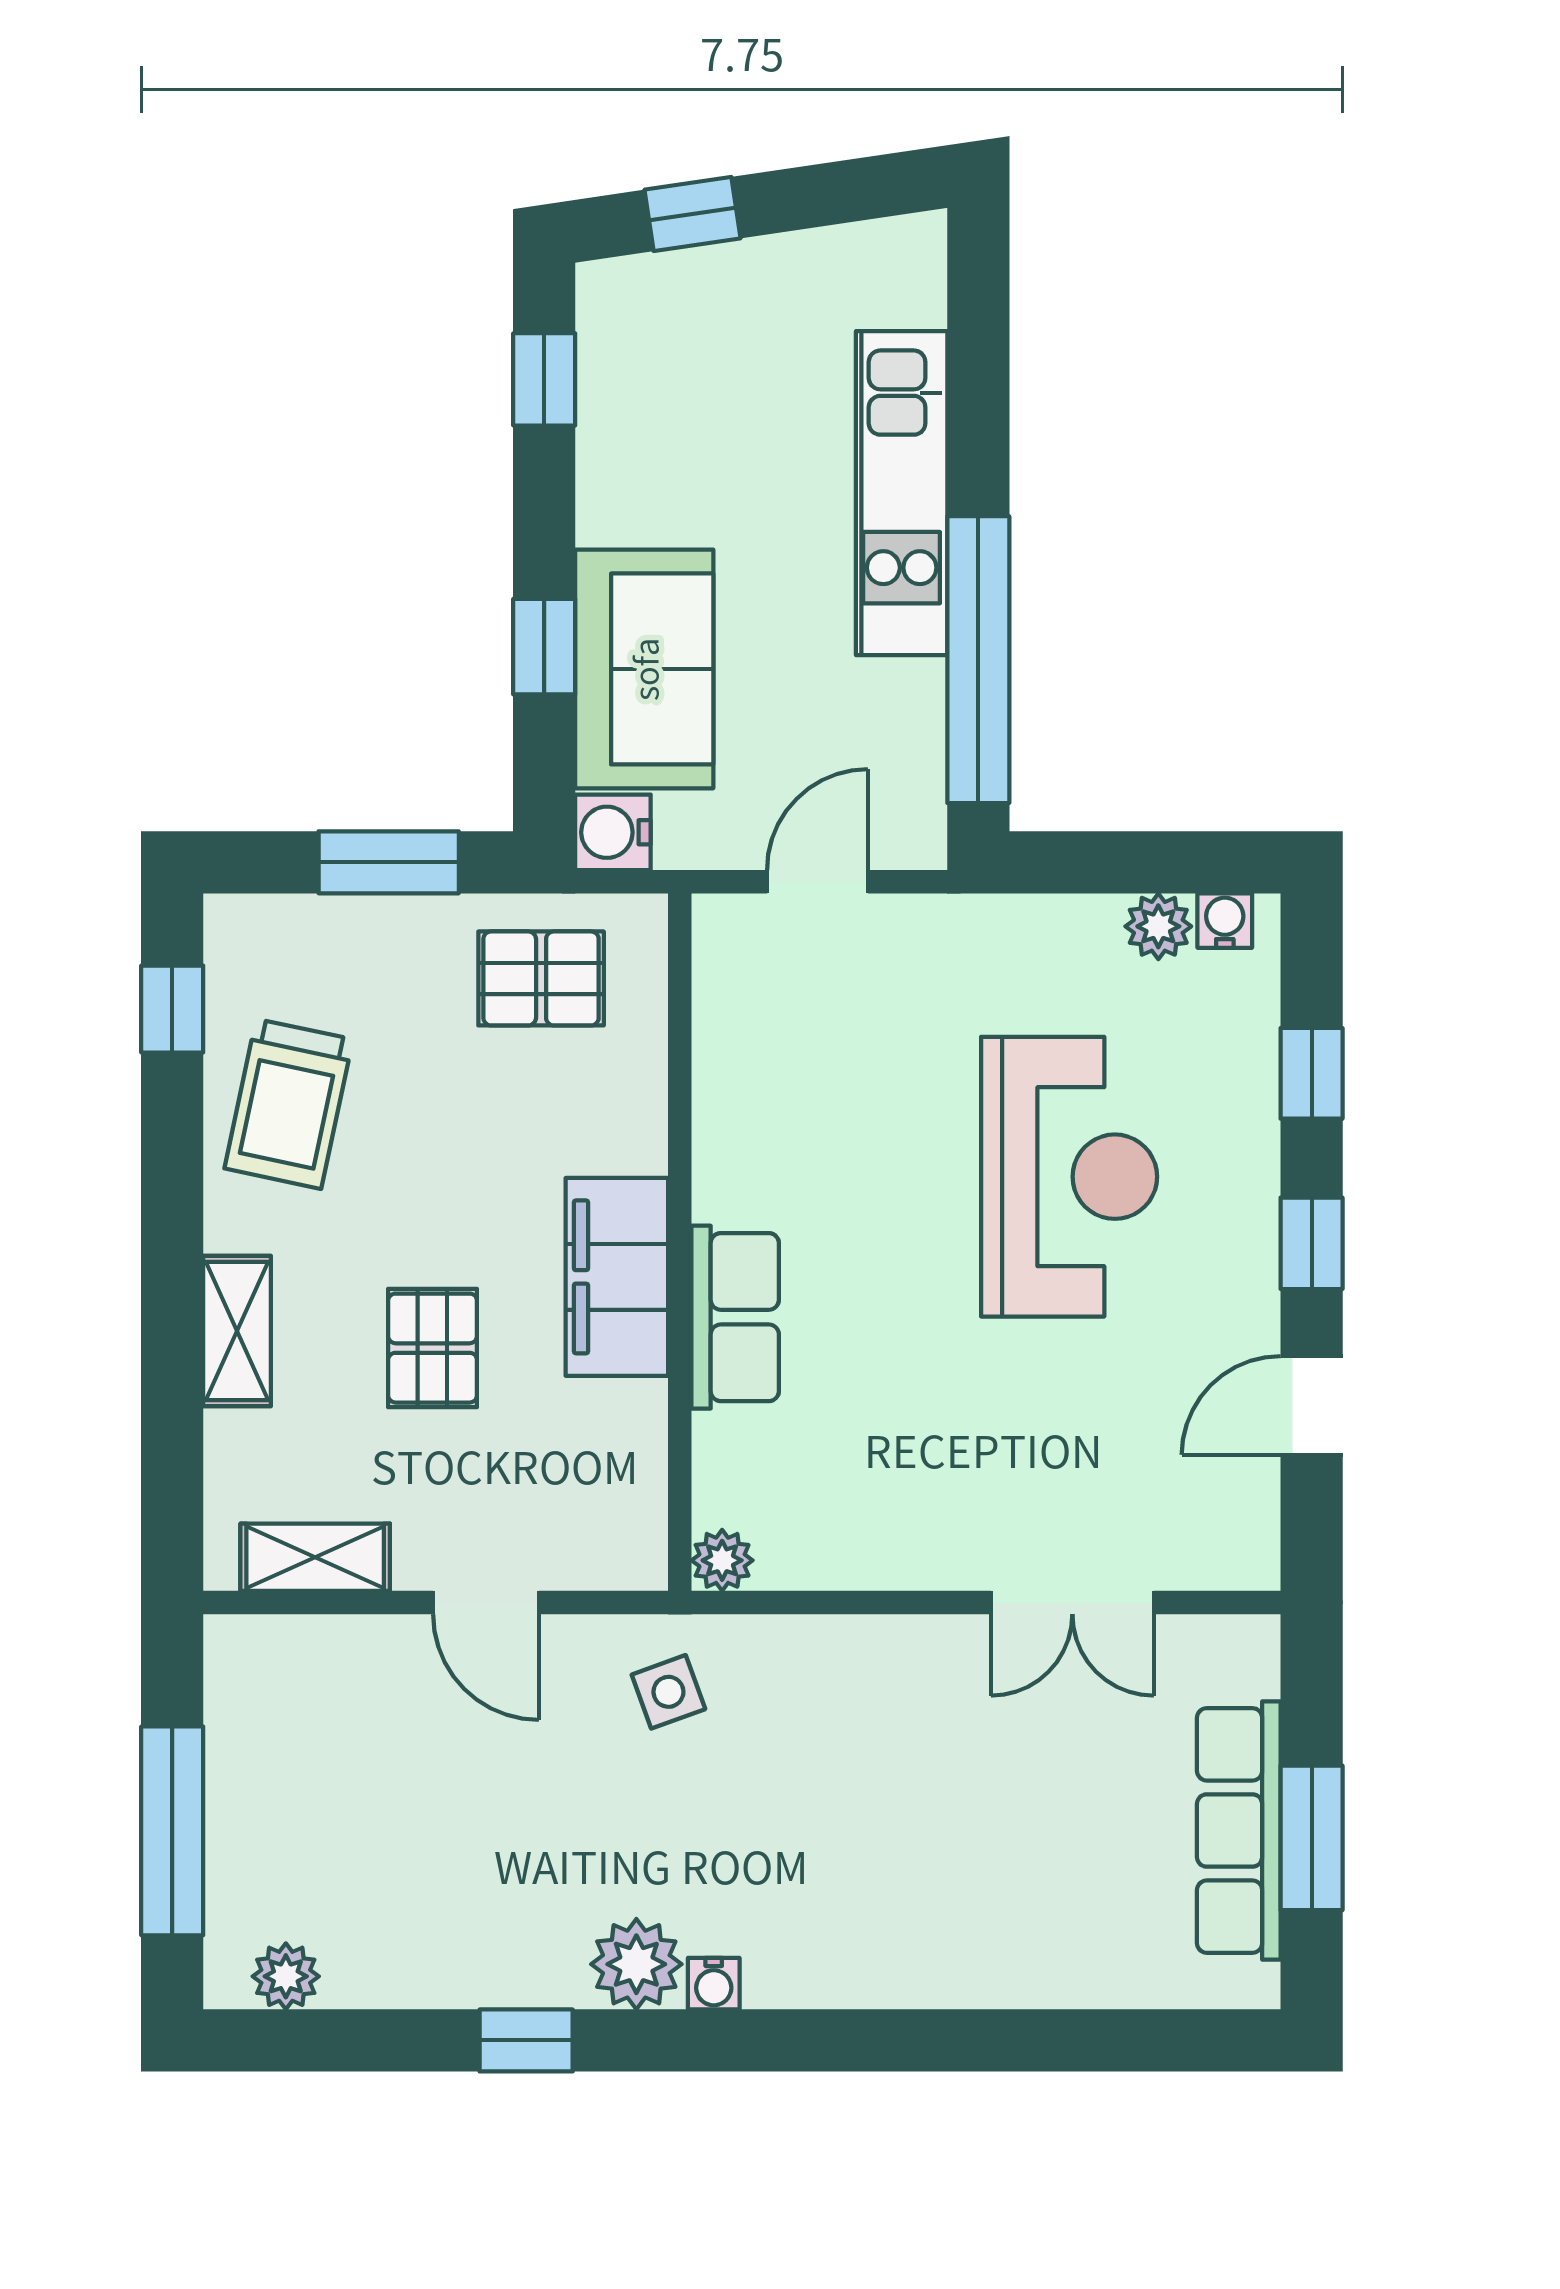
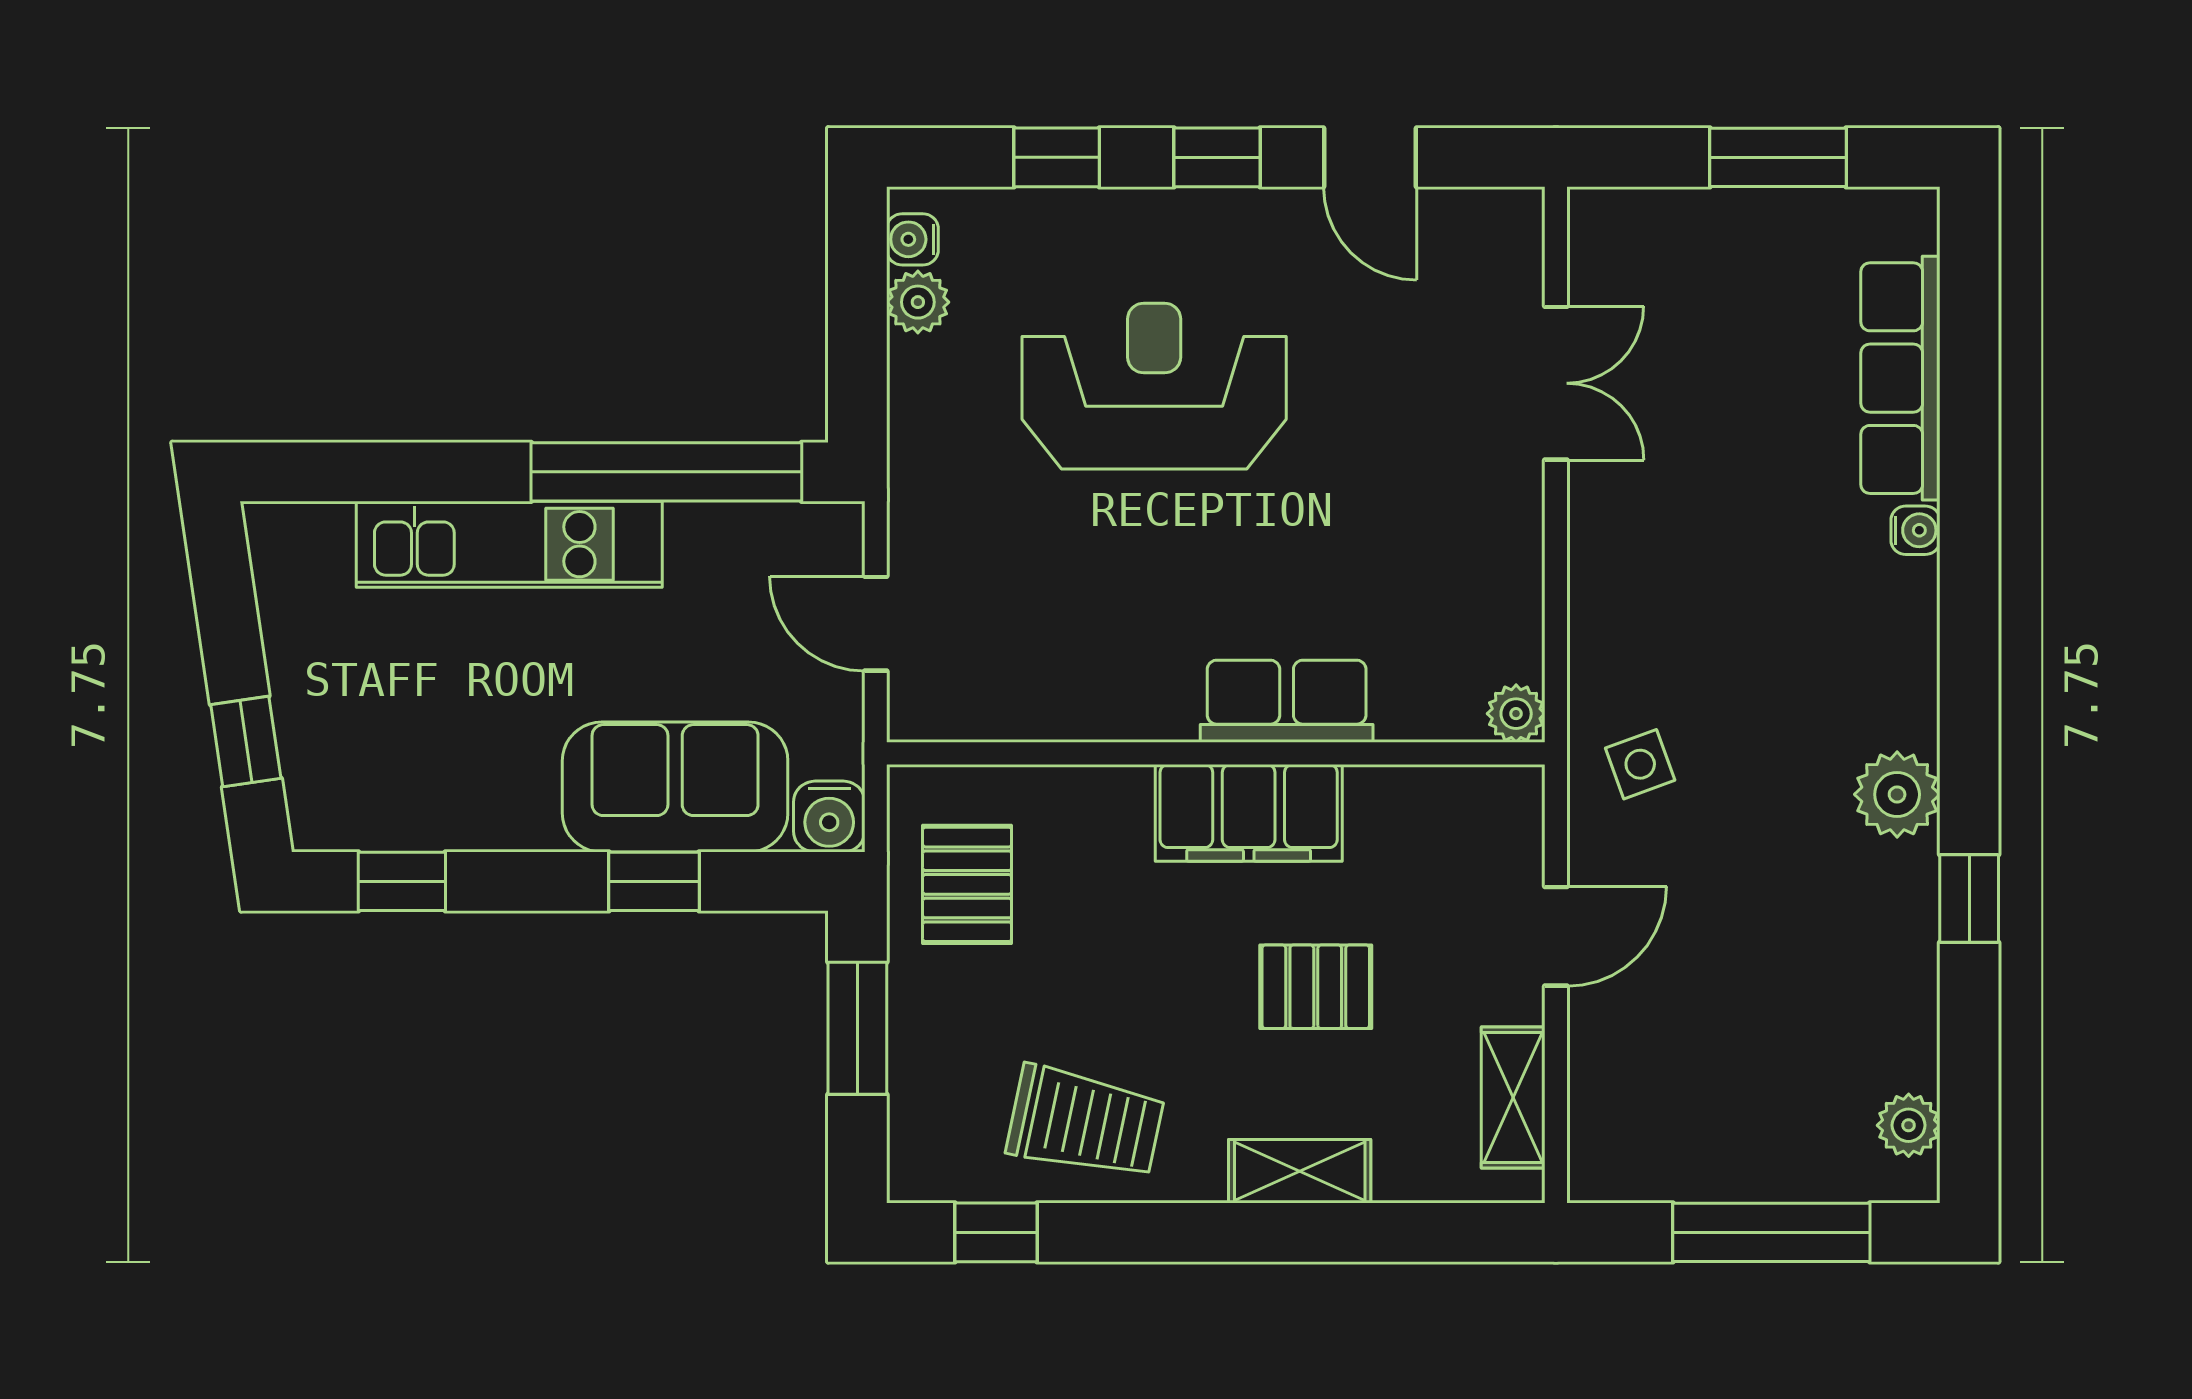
row of seats: (1239, 1830) -> (1900, 378), moved, turned 90
water cooler: (714, 1984) -> (1915, 530), moved

